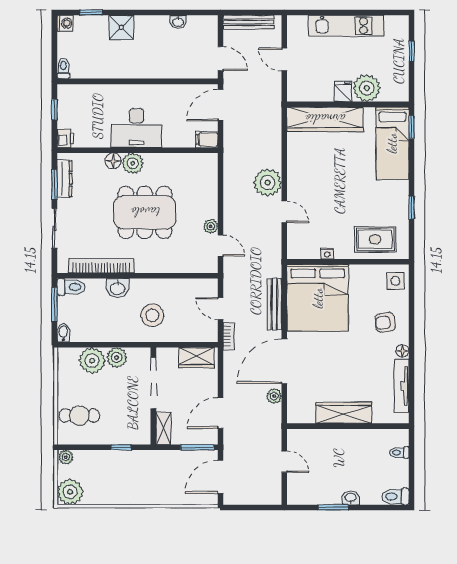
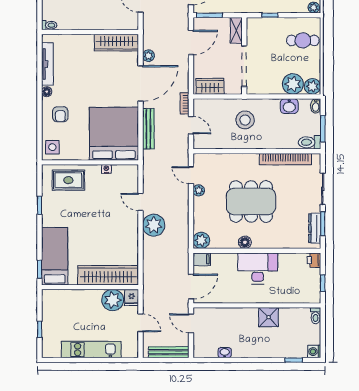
shower: (121, 27) -> (269, 317), moved
plant: (367, 88) -> (113, 300), moved
fridge: (343, 91) -> (131, 297), moved
floor lamp: (113, 161) -> (245, 242), moved
plant: (133, 163) -> (201, 240), moved
washbasin: (118, 288) -> (289, 106), moved, turned 180
armchair: (385, 322) -> (60, 114), turned 97
plant: (117, 357) -> (312, 86), moved
wardrobe: (344, 413) -> (116, 43), moved
toilet: (399, 453) -> (49, 25), moved

